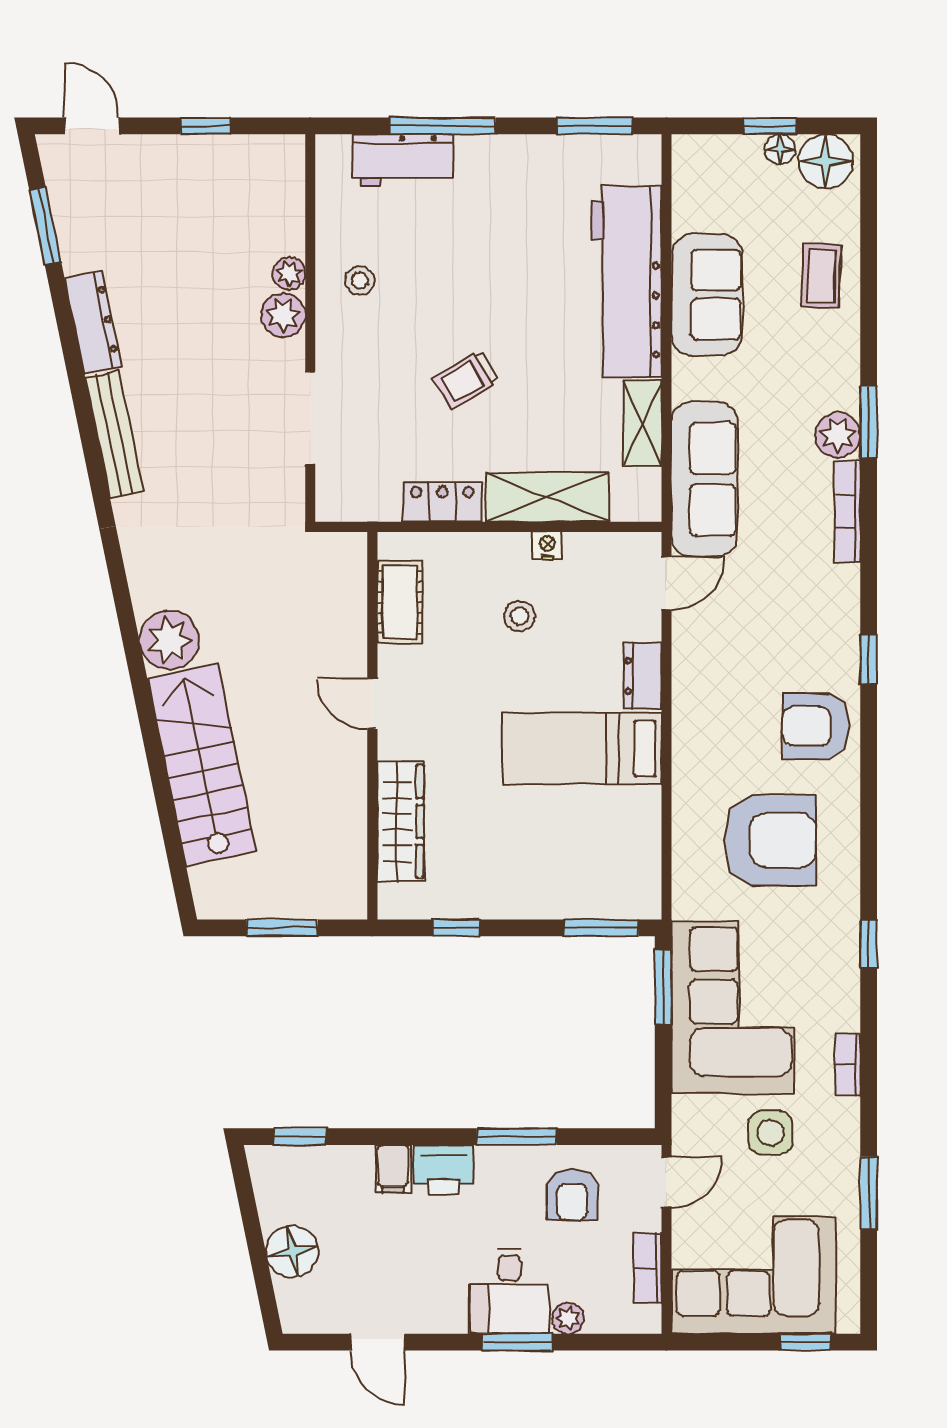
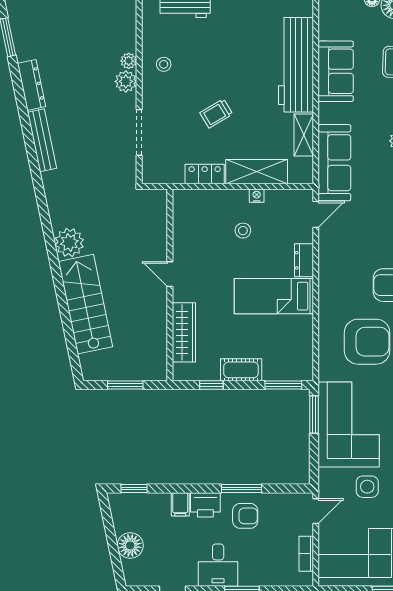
cot: (400, 602) -> (241, 370), moved, turned 90
armchair: (572, 1195) -> (245, 516), moved, turned -90
desk: (509, 1291) -> (218, 565), moved
plant: (568, 1318) -> (267, 579), removed

